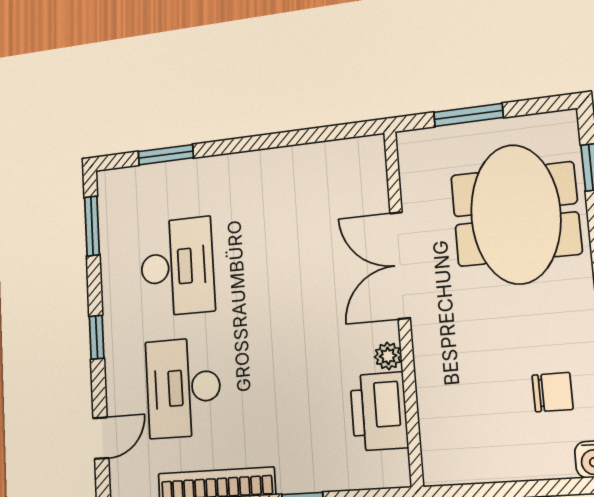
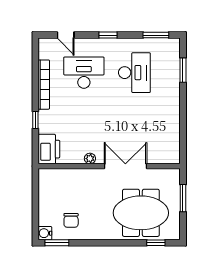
desk: (177, 267) -> (134, 73), turned -90
printer: (379, 411) -> (49, 149), moved, turned 90

